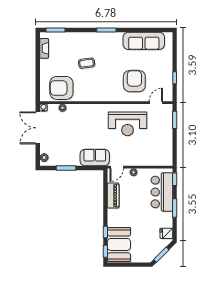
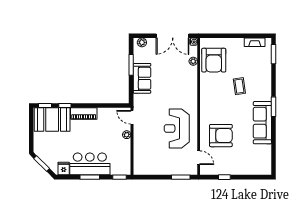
sofa: (144, 41) -> (262, 123), moved
armchair: (61, 88) -> (214, 60), turned 180
double door: (38, 128) -> (173, 36), swing flipped
sofa: (95, 157) -> (142, 78), moved
bar counter: (162, 192) -> (90, 164), moved
piano: (113, 196) -> (84, 114), moved

